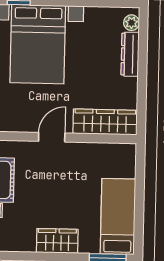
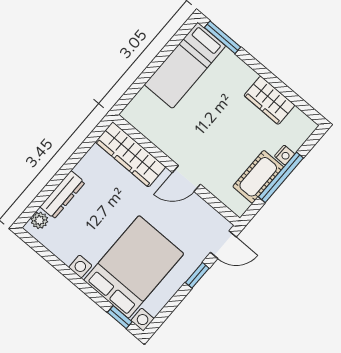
wardrobe: (57, 241) -> (269, 100), moved

